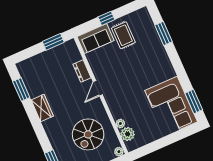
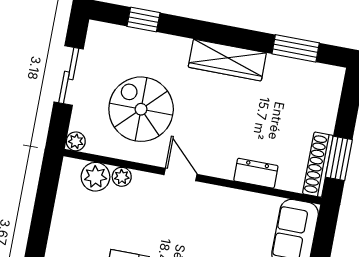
shoe rack: (62, 49) -> (318, 165), added
door: (98, 88) -> (181, 174), moved
wardrobe: (42, 108) -> (227, 60), width x1.50

